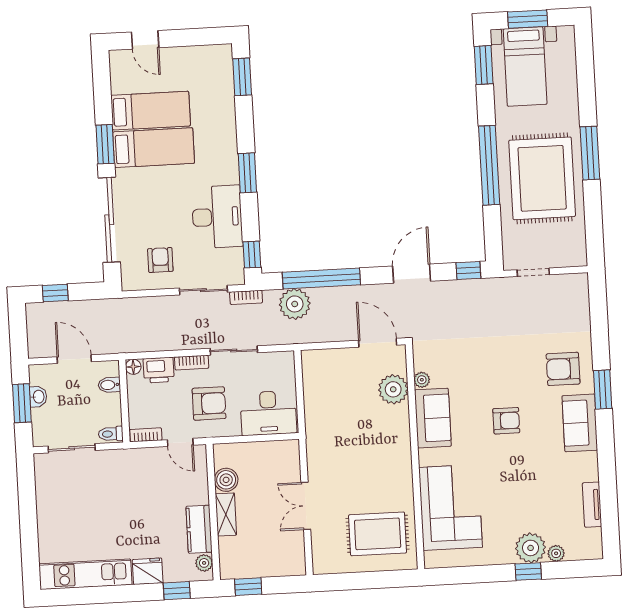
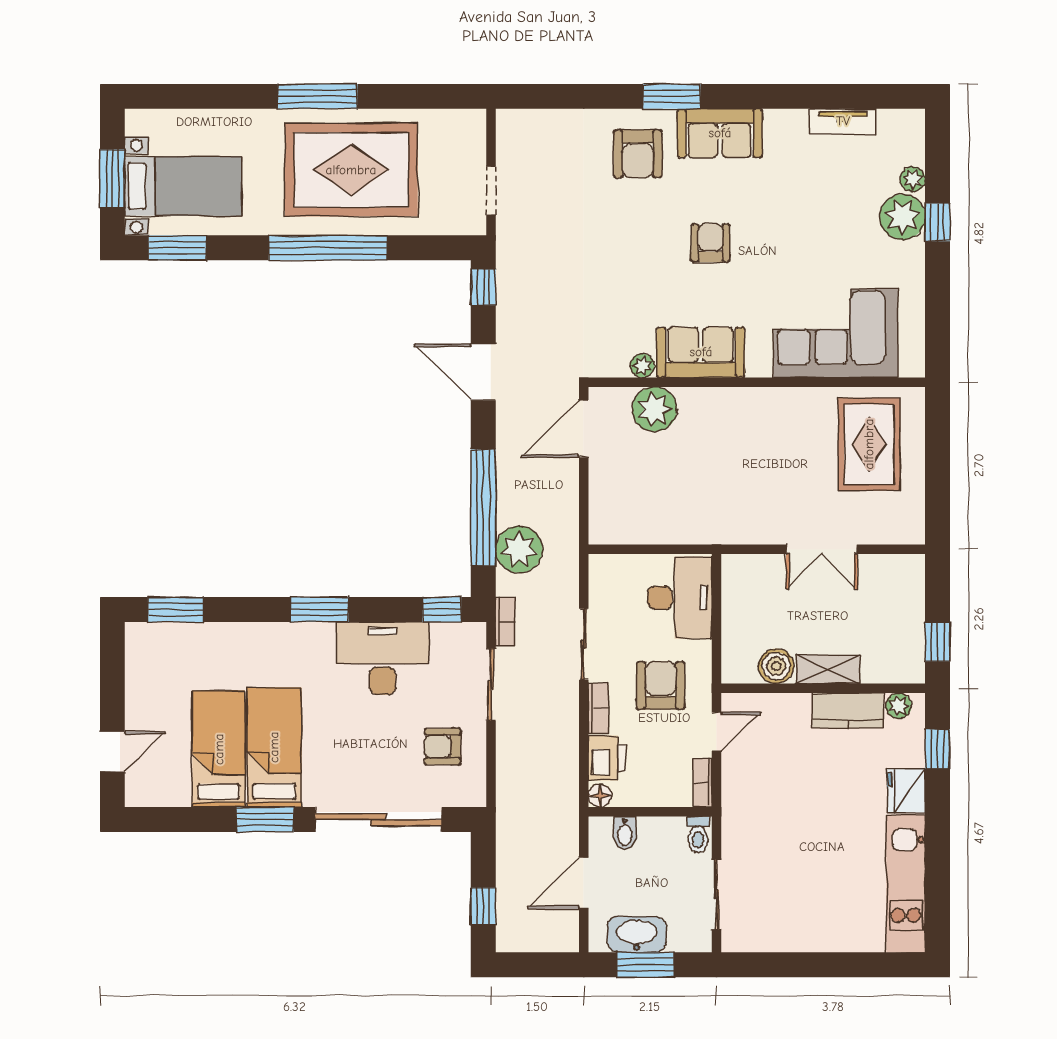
washbasin: (38, 397) -> (637, 934), width x1.91, depth x1.45

